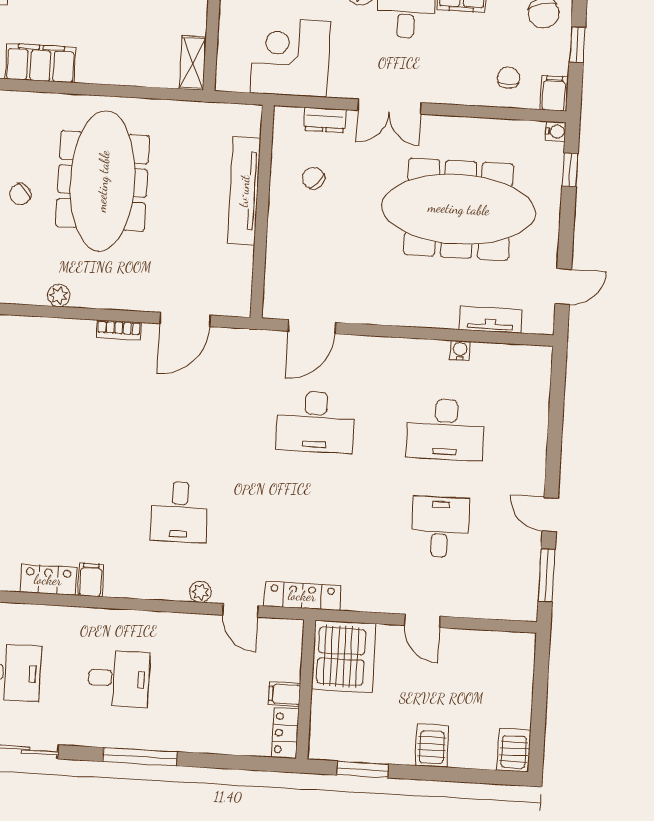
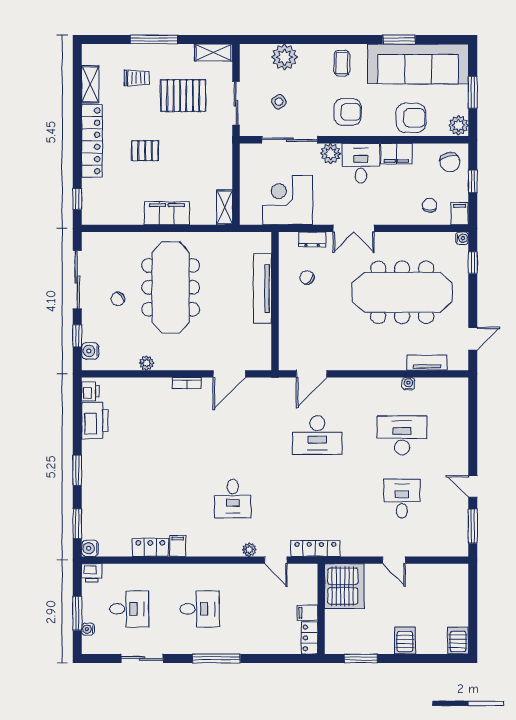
filing cabinet: (41, 63) -> (167, 213), moved
desk: (446, 429) -> (402, 435), turned 180

